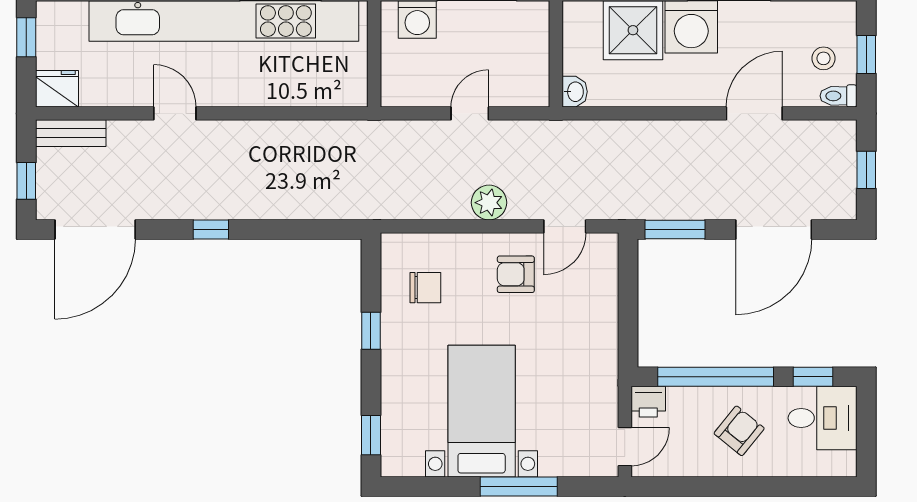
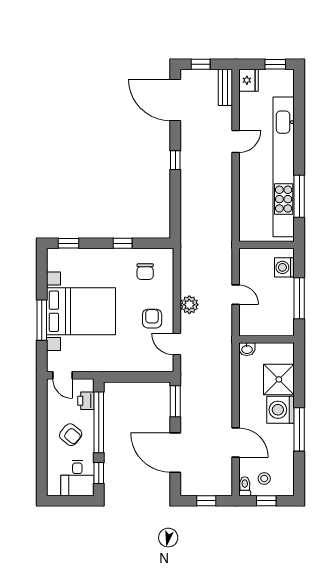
printer: (648, 402) -> (86, 401), moved
bed with nightstands: (482, 411) -> (81, 311), width x1.36

